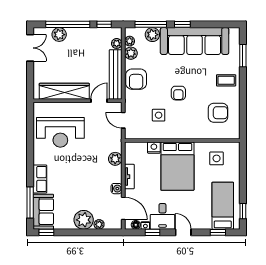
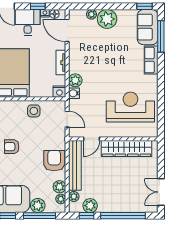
plant: (59, 35) -> (90, 206), moved
armchair: (178, 93) -> (12, 147), turned -90
side table: (159, 115) -> (34, 111), moved
nightstand: (154, 148) -> (59, 92), moved
water cooler: (116, 189) -> (74, 93), moved

